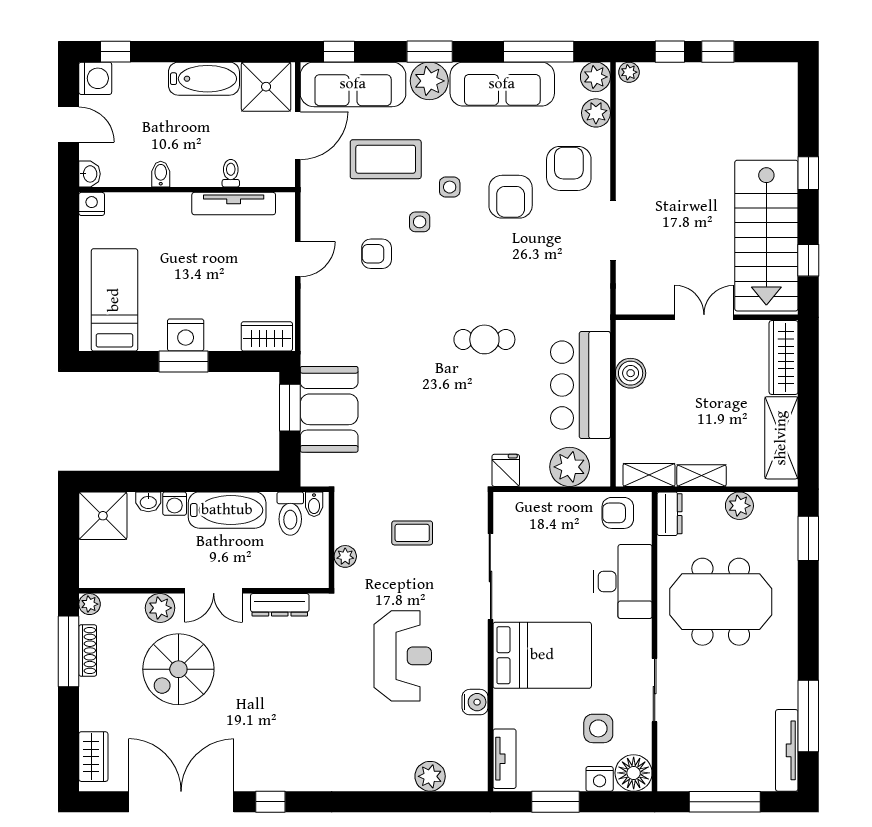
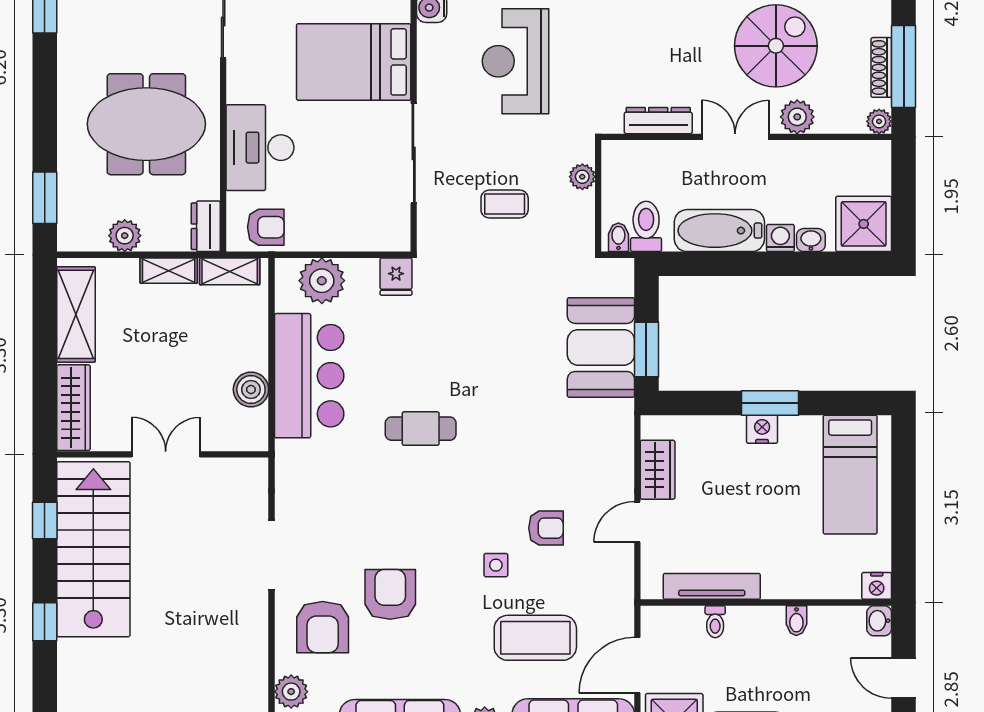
side table: (450, 187) -> (461, 606), removed
double door: (704, 317) -> (166, 454), swing flipped
nightstand: (186, 335) -> (762, 429), width x0.74, depth x0.75
wardrobe: (267, 336) -> (658, 470), moved, turned -90

